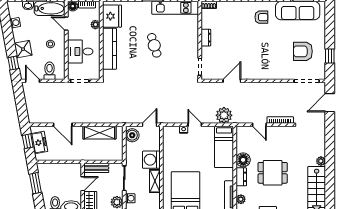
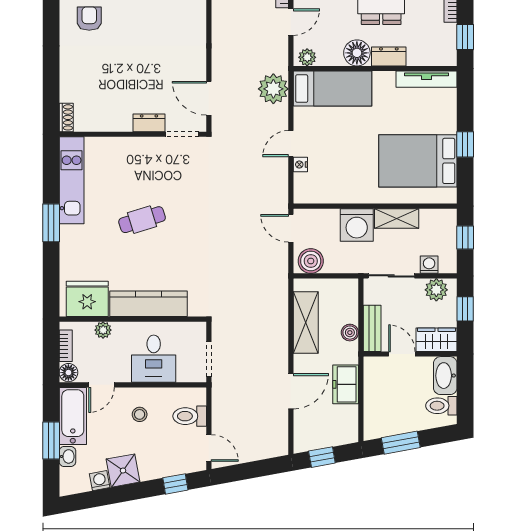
dresser: (206, 38) -> (149, 123), moved
shower: (23, 49) -> (123, 471), moved
door: (33, 81) -> (209, 448), swing flipped
door: (232, 81) -> (209, 98), moved
freezer: (39, 142) -> (346, 384), moved, turned -80
boiler: (94, 156) -> (350, 333), added
plant: (241, 199) -> (307, 57), moved

